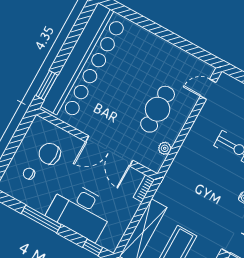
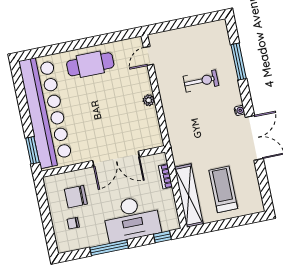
cafe table: (158, 109) -> (90, 64), moved, turned 90
plant: (165, 148) -> (149, 100), moved
bookcase: (144, 188) -> (165, 176), moved

